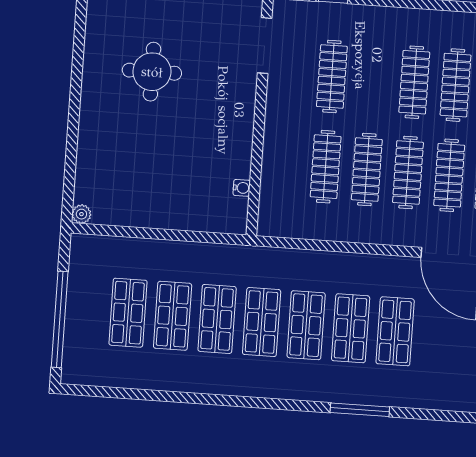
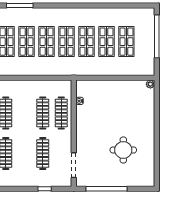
clothes rail: (367, 170) -> (61, 113), moved

